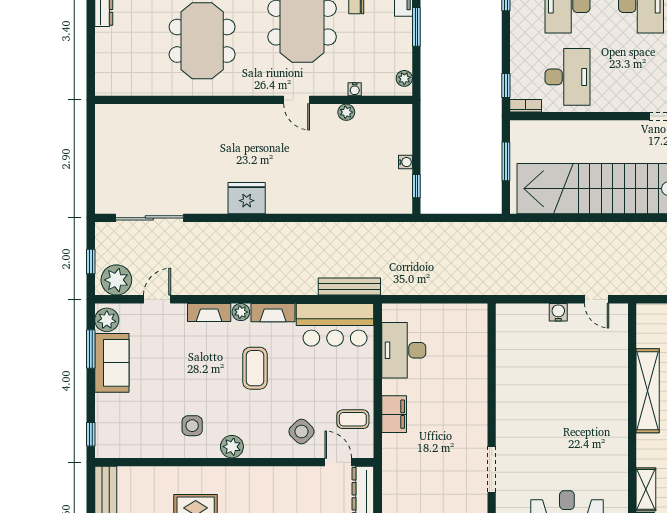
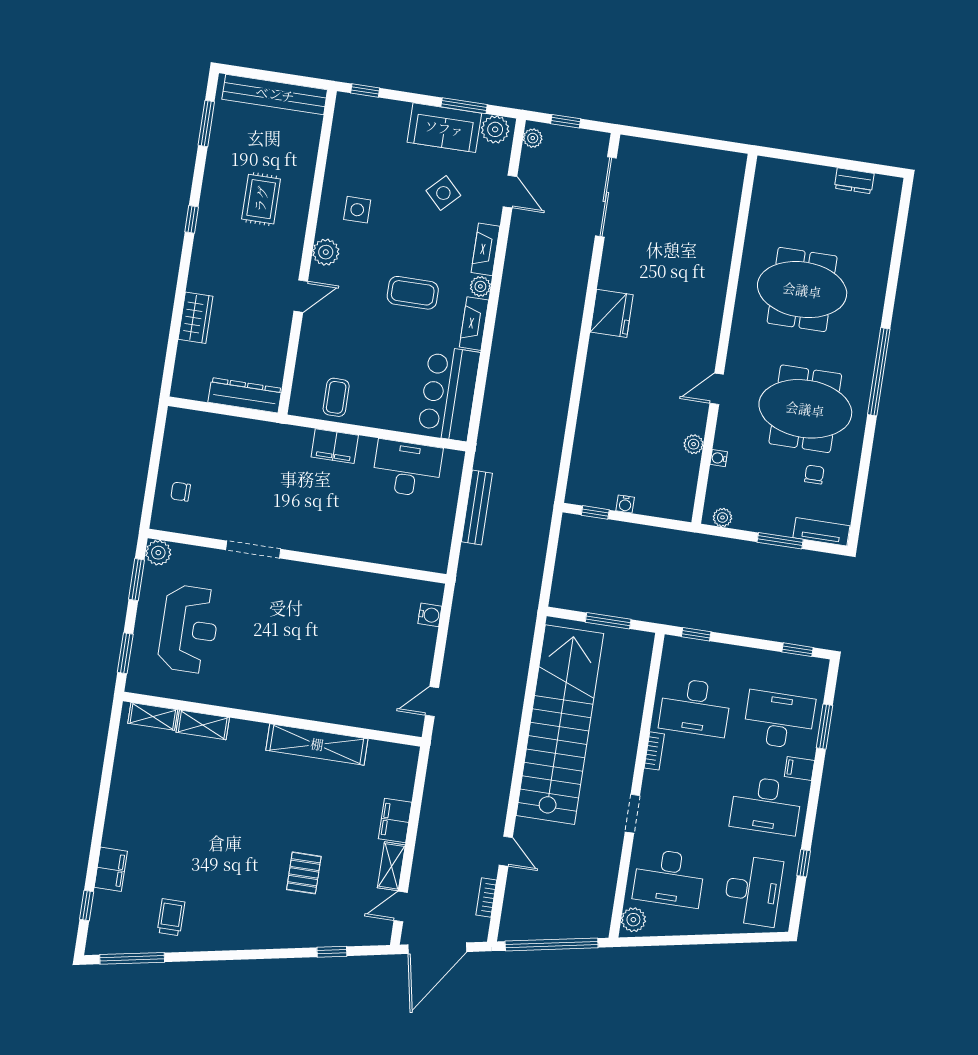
bookcase: (526, 106) -> (654, 751), moved
plant: (116, 280) -> (533, 138), width x0.53, depth x0.53
bench: (349, 287) -> (477, 508), moved
water cooler: (558, 312) -> (430, 615), moved
side table: (301, 431) -> (443, 193), moved
door: (338, 462) -> (301, 296), moved

